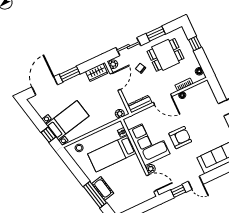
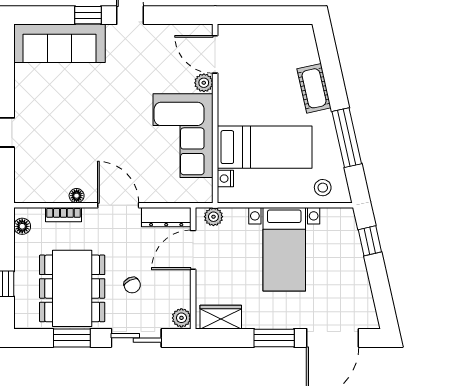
dining table: (166, 55) -> (72, 288), width x1.38
door: (115, 82) -> (193, 250), moved
bed with nightstands: (67, 120) -> (284, 249), moved, turned -77
armchair: (180, 138) -> (119, 116), removed
window: (178, 191) -> (88, 15), moved
window: (95, 195) -> (347, 138), moved

